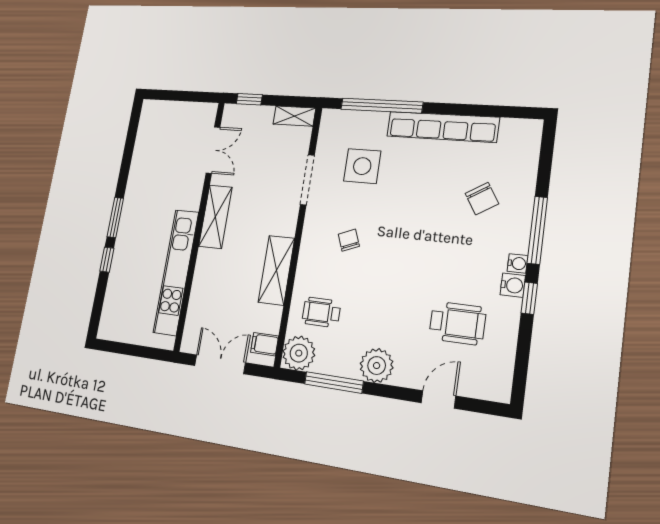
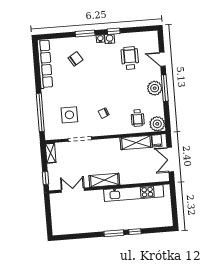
row of seats: (442, 127) -> (45, 64), moved
window: (537, 230) -> (85, 33), width x0.69
shelving: (276, 270) -> (136, 143), moved
window: (334, 383) -> (165, 88), moved

